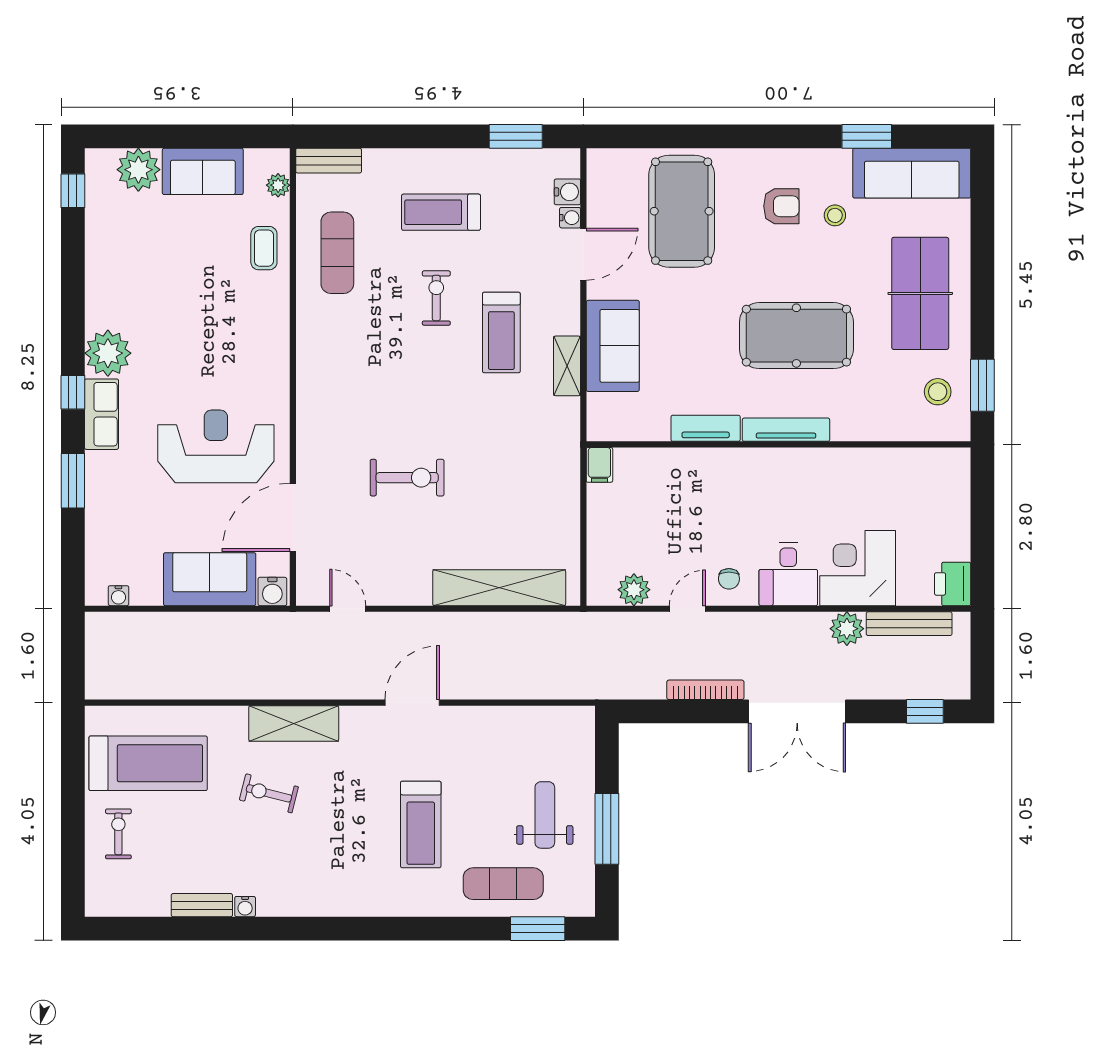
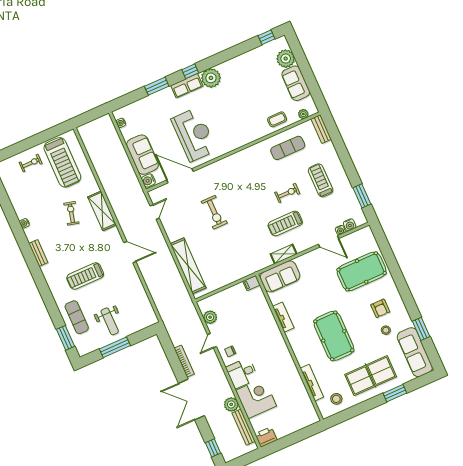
sofa: (613, 346) -> (280, 276), moved
window: (982, 385) -> (395, 393), moved
tv unit: (786, 430) -> (312, 383), moved
door: (687, 609) -> (212, 341), swing flipped
weight bench: (545, 815) -> (110, 321), turned 90
bench: (202, 905) -> (38, 253), moved

